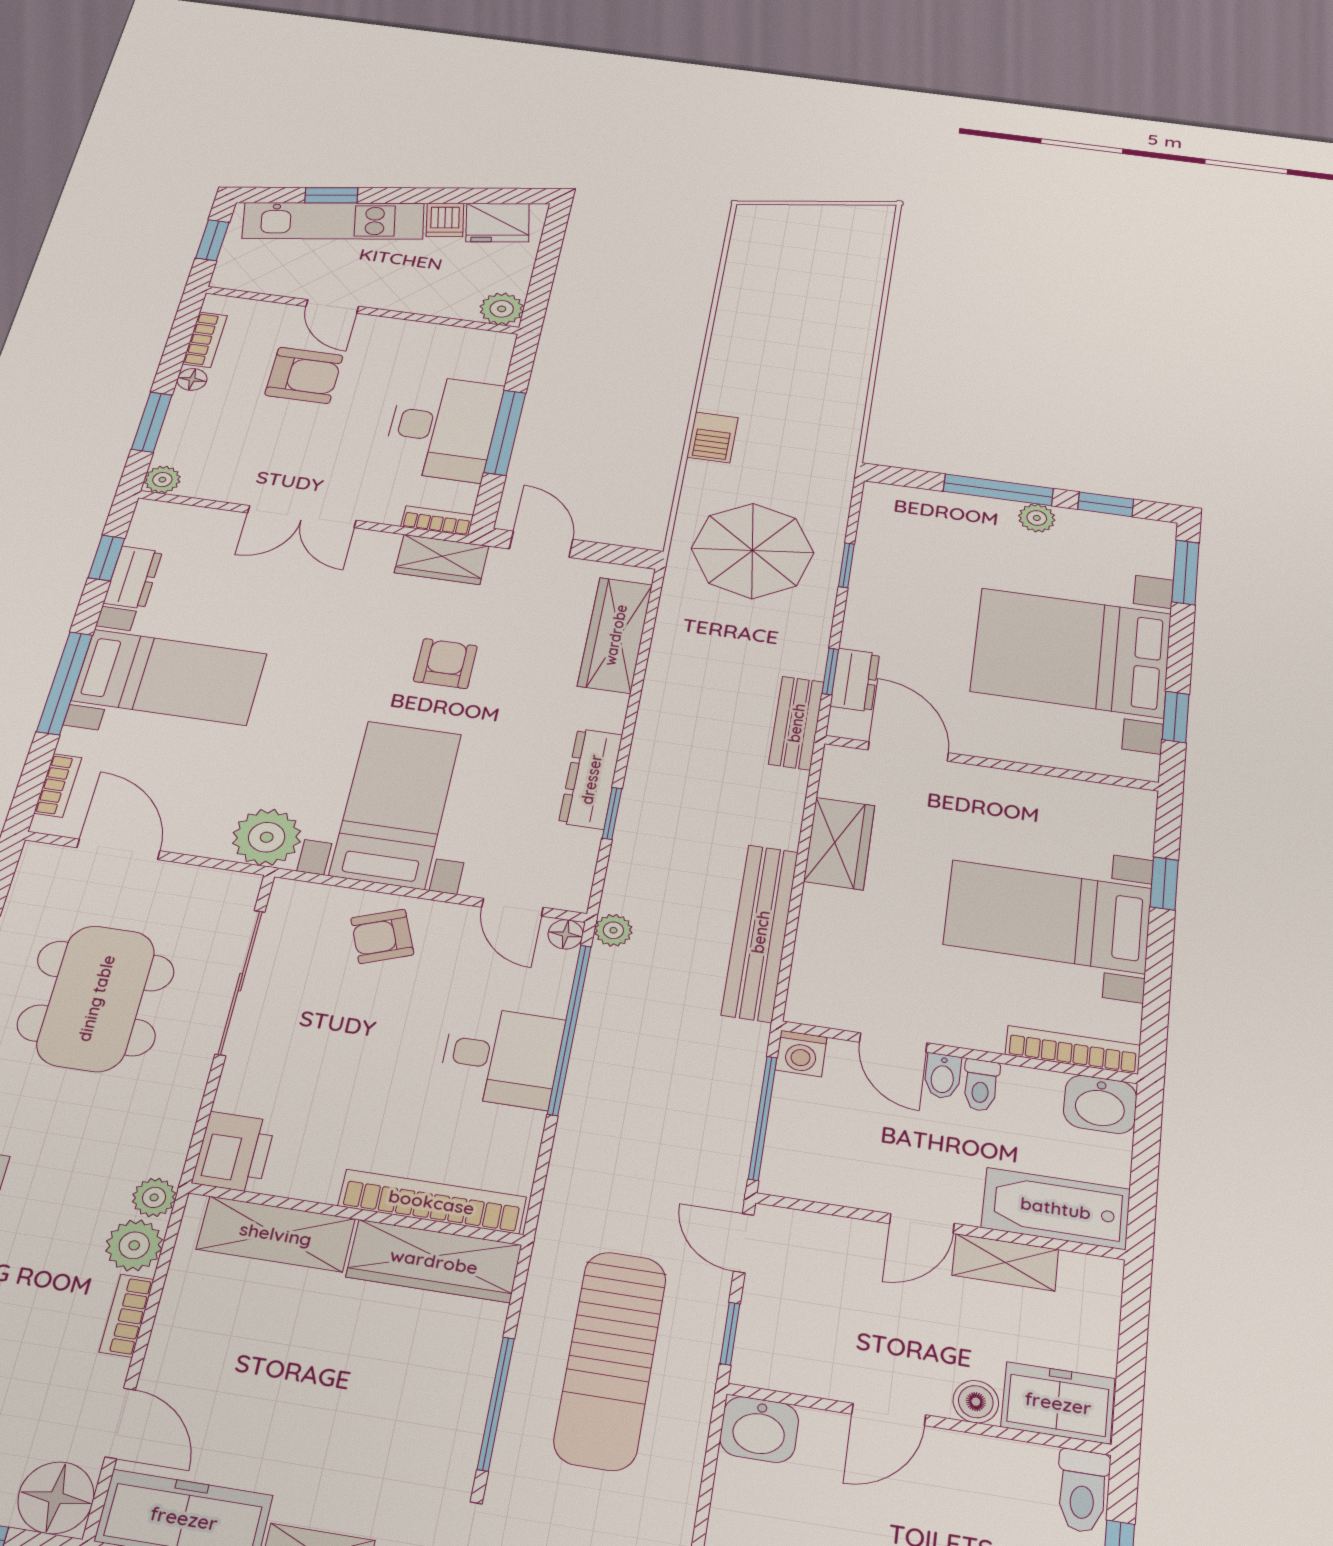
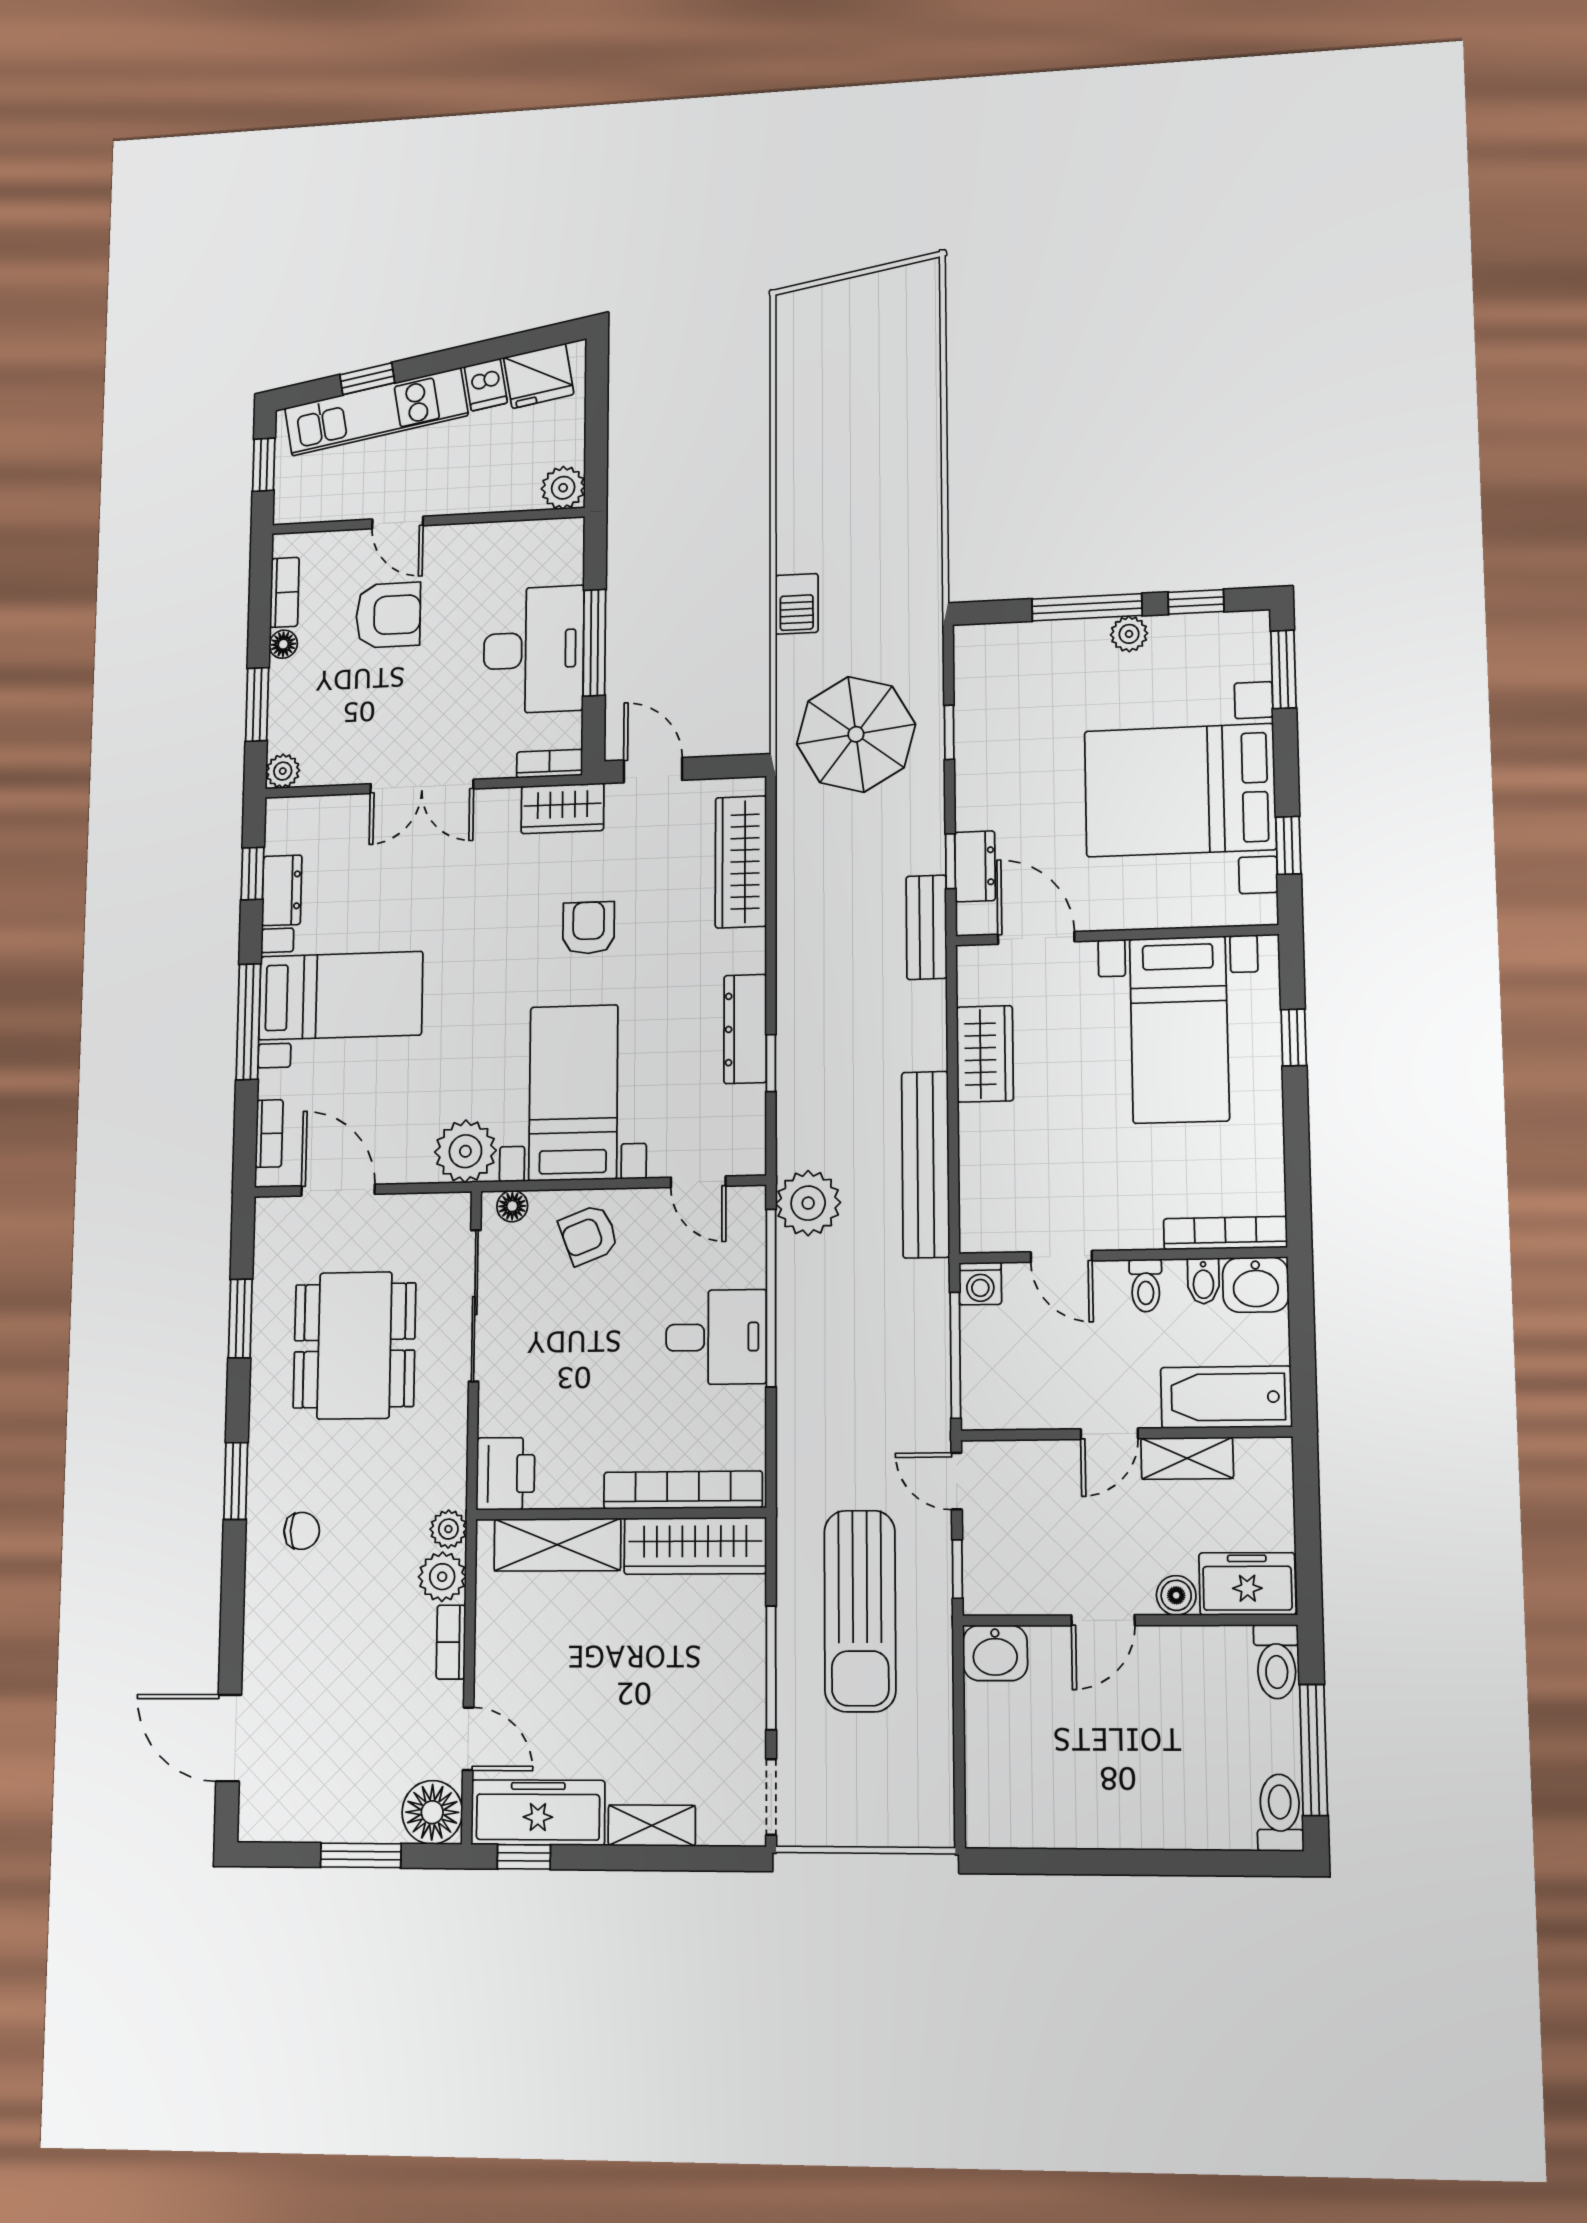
bed with nightstands: (1048, 916) -> (1179, 1030), moved, turned -90
plant: (613, 930) -> (808, 1203), width x1.88, depth x1.88
floor lamp: (566, 934) -> (512, 1206), moved
bidet: (943, 1076) -> (1203, 1281), moved

